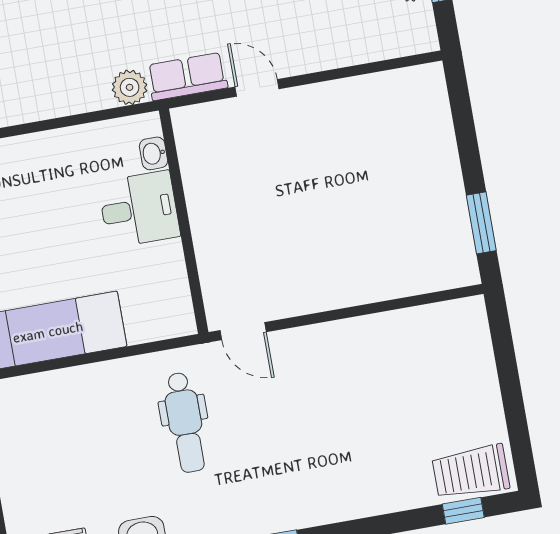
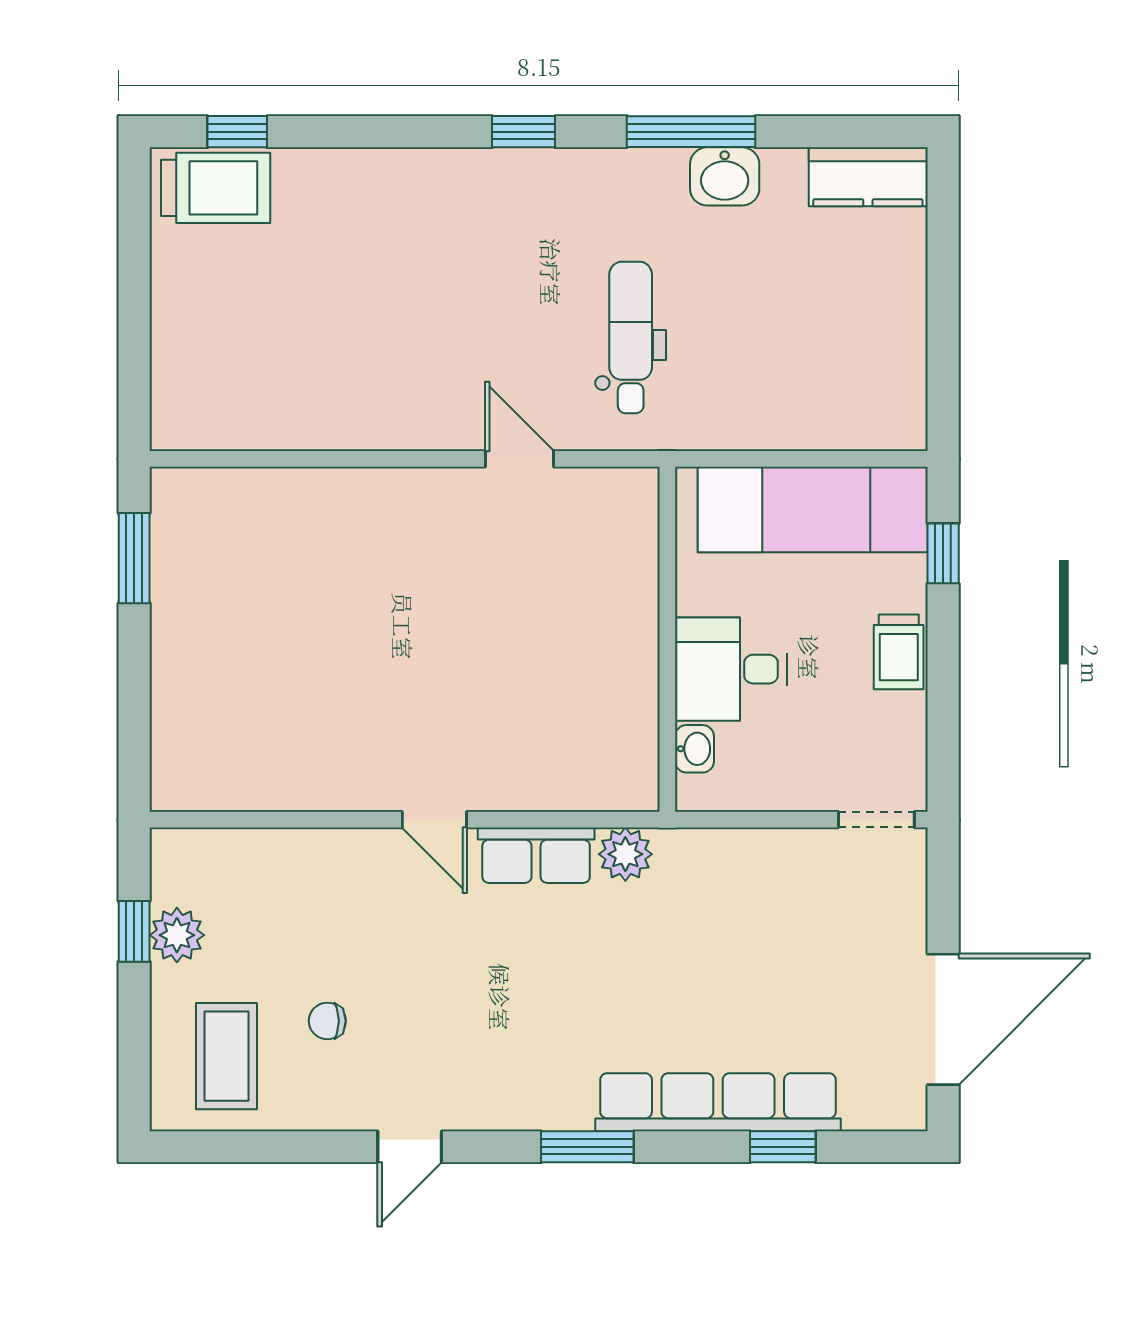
washbasin: (154, 153) -> (695, 749), moved
desk: (139, 209) -> (731, 669), moved
wall: (184, 221) -> (667, 639), moved

